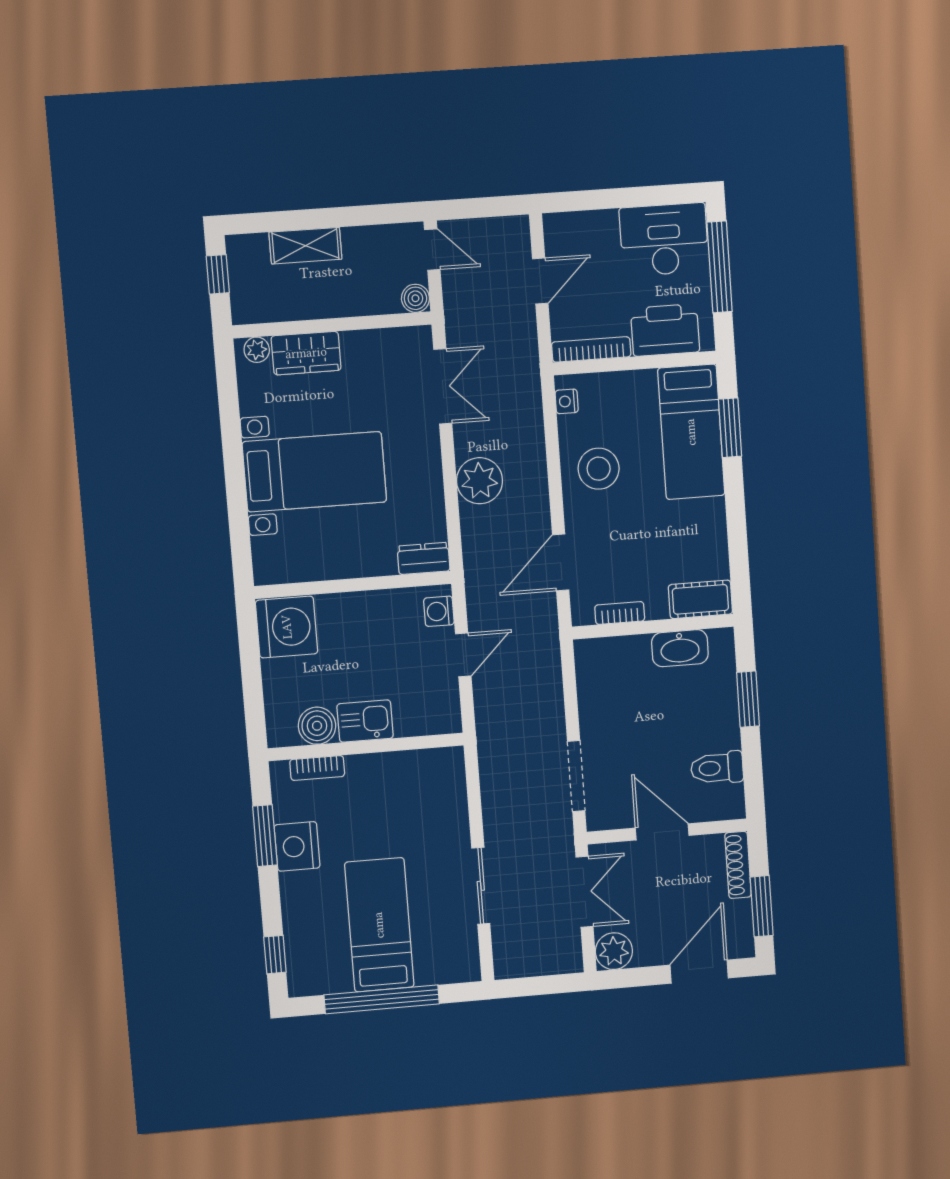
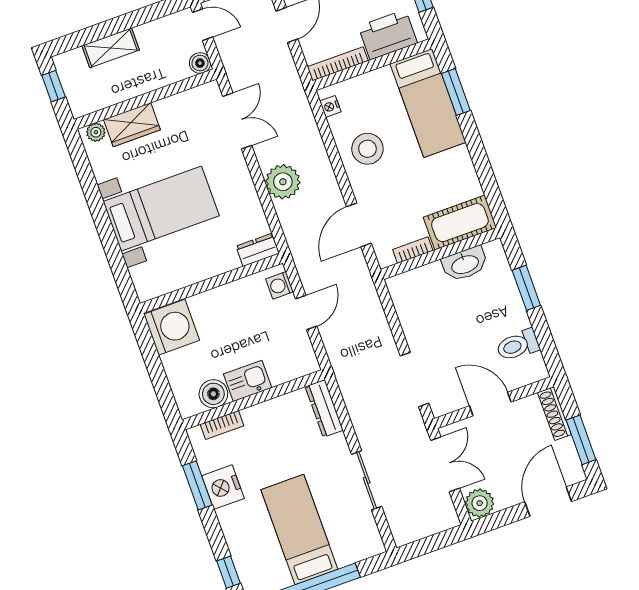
cot: (700, 599) -> (460, 223), width x1.37, depth x1.34
dresser: (452, 782) -> (324, 408), added

